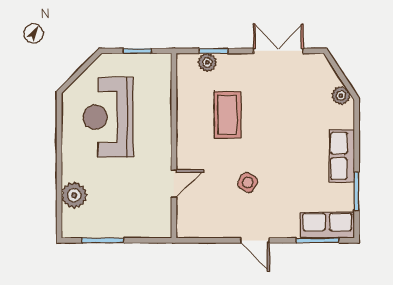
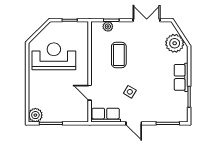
plant: (341, 96) -> (175, 43), width x1.88, depth x1.88
reception desk: (108, 117) -> (54, 56), turned 90
door: (174, 184) -> (90, 93), swing flipped
plant: (74, 195) -> (35, 115), moved
row of seats: (327, 225) -> (106, 115), moved

